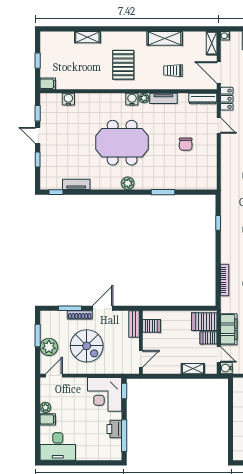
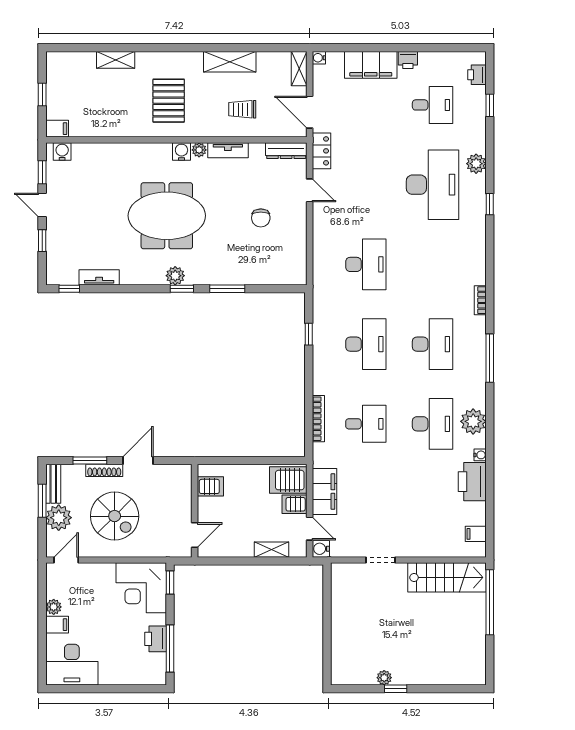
water cooler: (68, 99) -> (62, 151), moved
window: (132, 192) -> (182, 289), added
bench: (134, 324) -> (53, 484), moved

